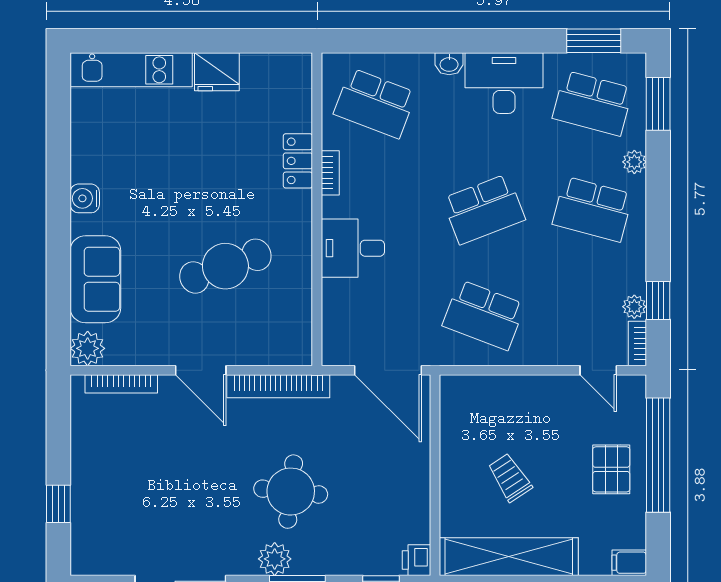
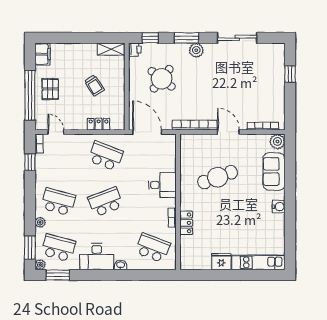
plant: (634, 307) -> (40, 265), moved
locker: (500, 388) -> (99, 124), added
round table: (291, 492) -> (162, 79), moved, turned 32
shelving: (509, 557) -> (111, 49), width x0.45, depth x0.75
filing cabinet: (629, 563) -> (42, 54), width x2.00

